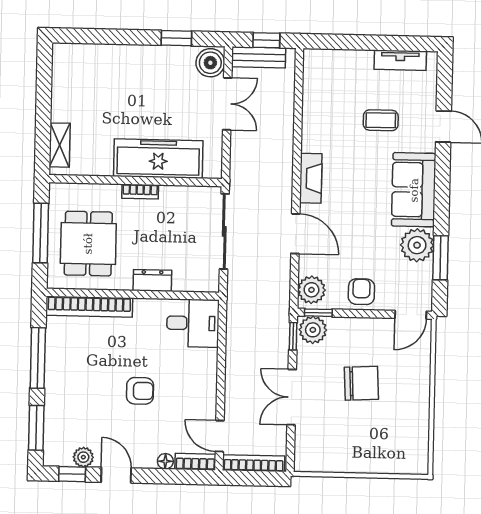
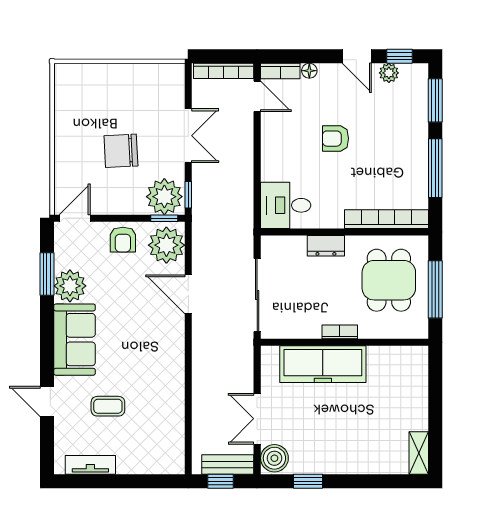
shelving: (60, 145) -> (419, 453), moved
fireplace: (311, 178) -> (174, 348), removed
plant: (311, 290) -> (166, 245), width x1.36, depth x1.36
plant: (313, 330) -> (164, 197), width x1.36, depth x1.36

